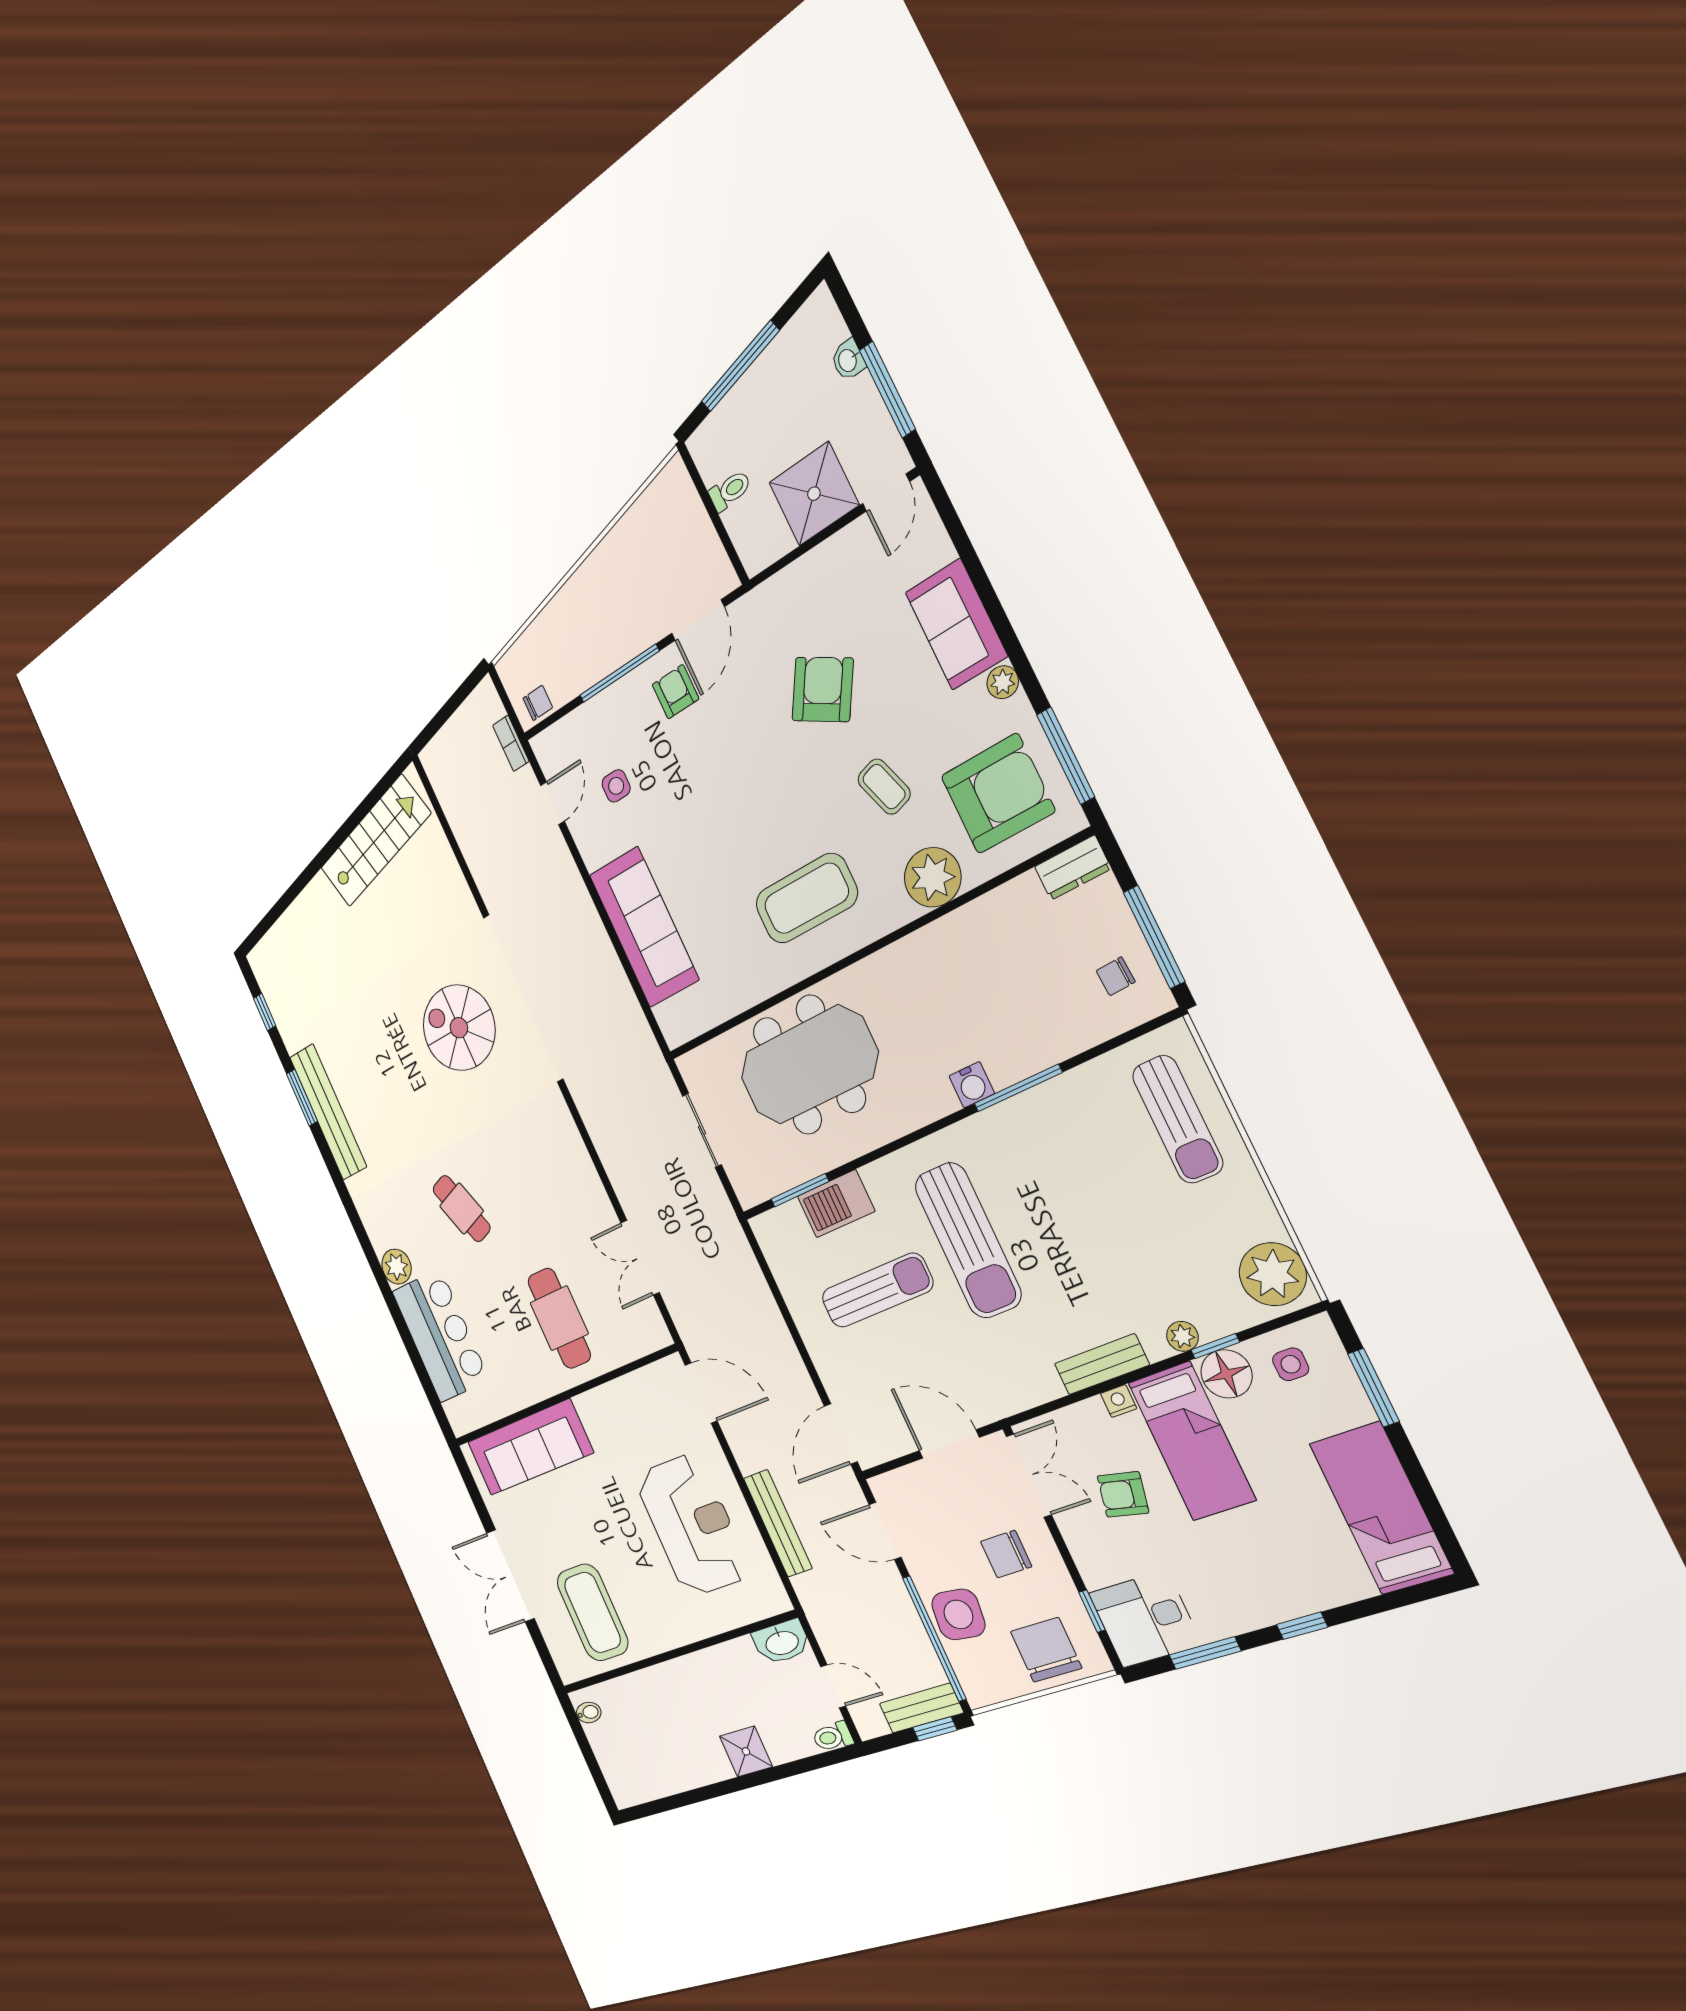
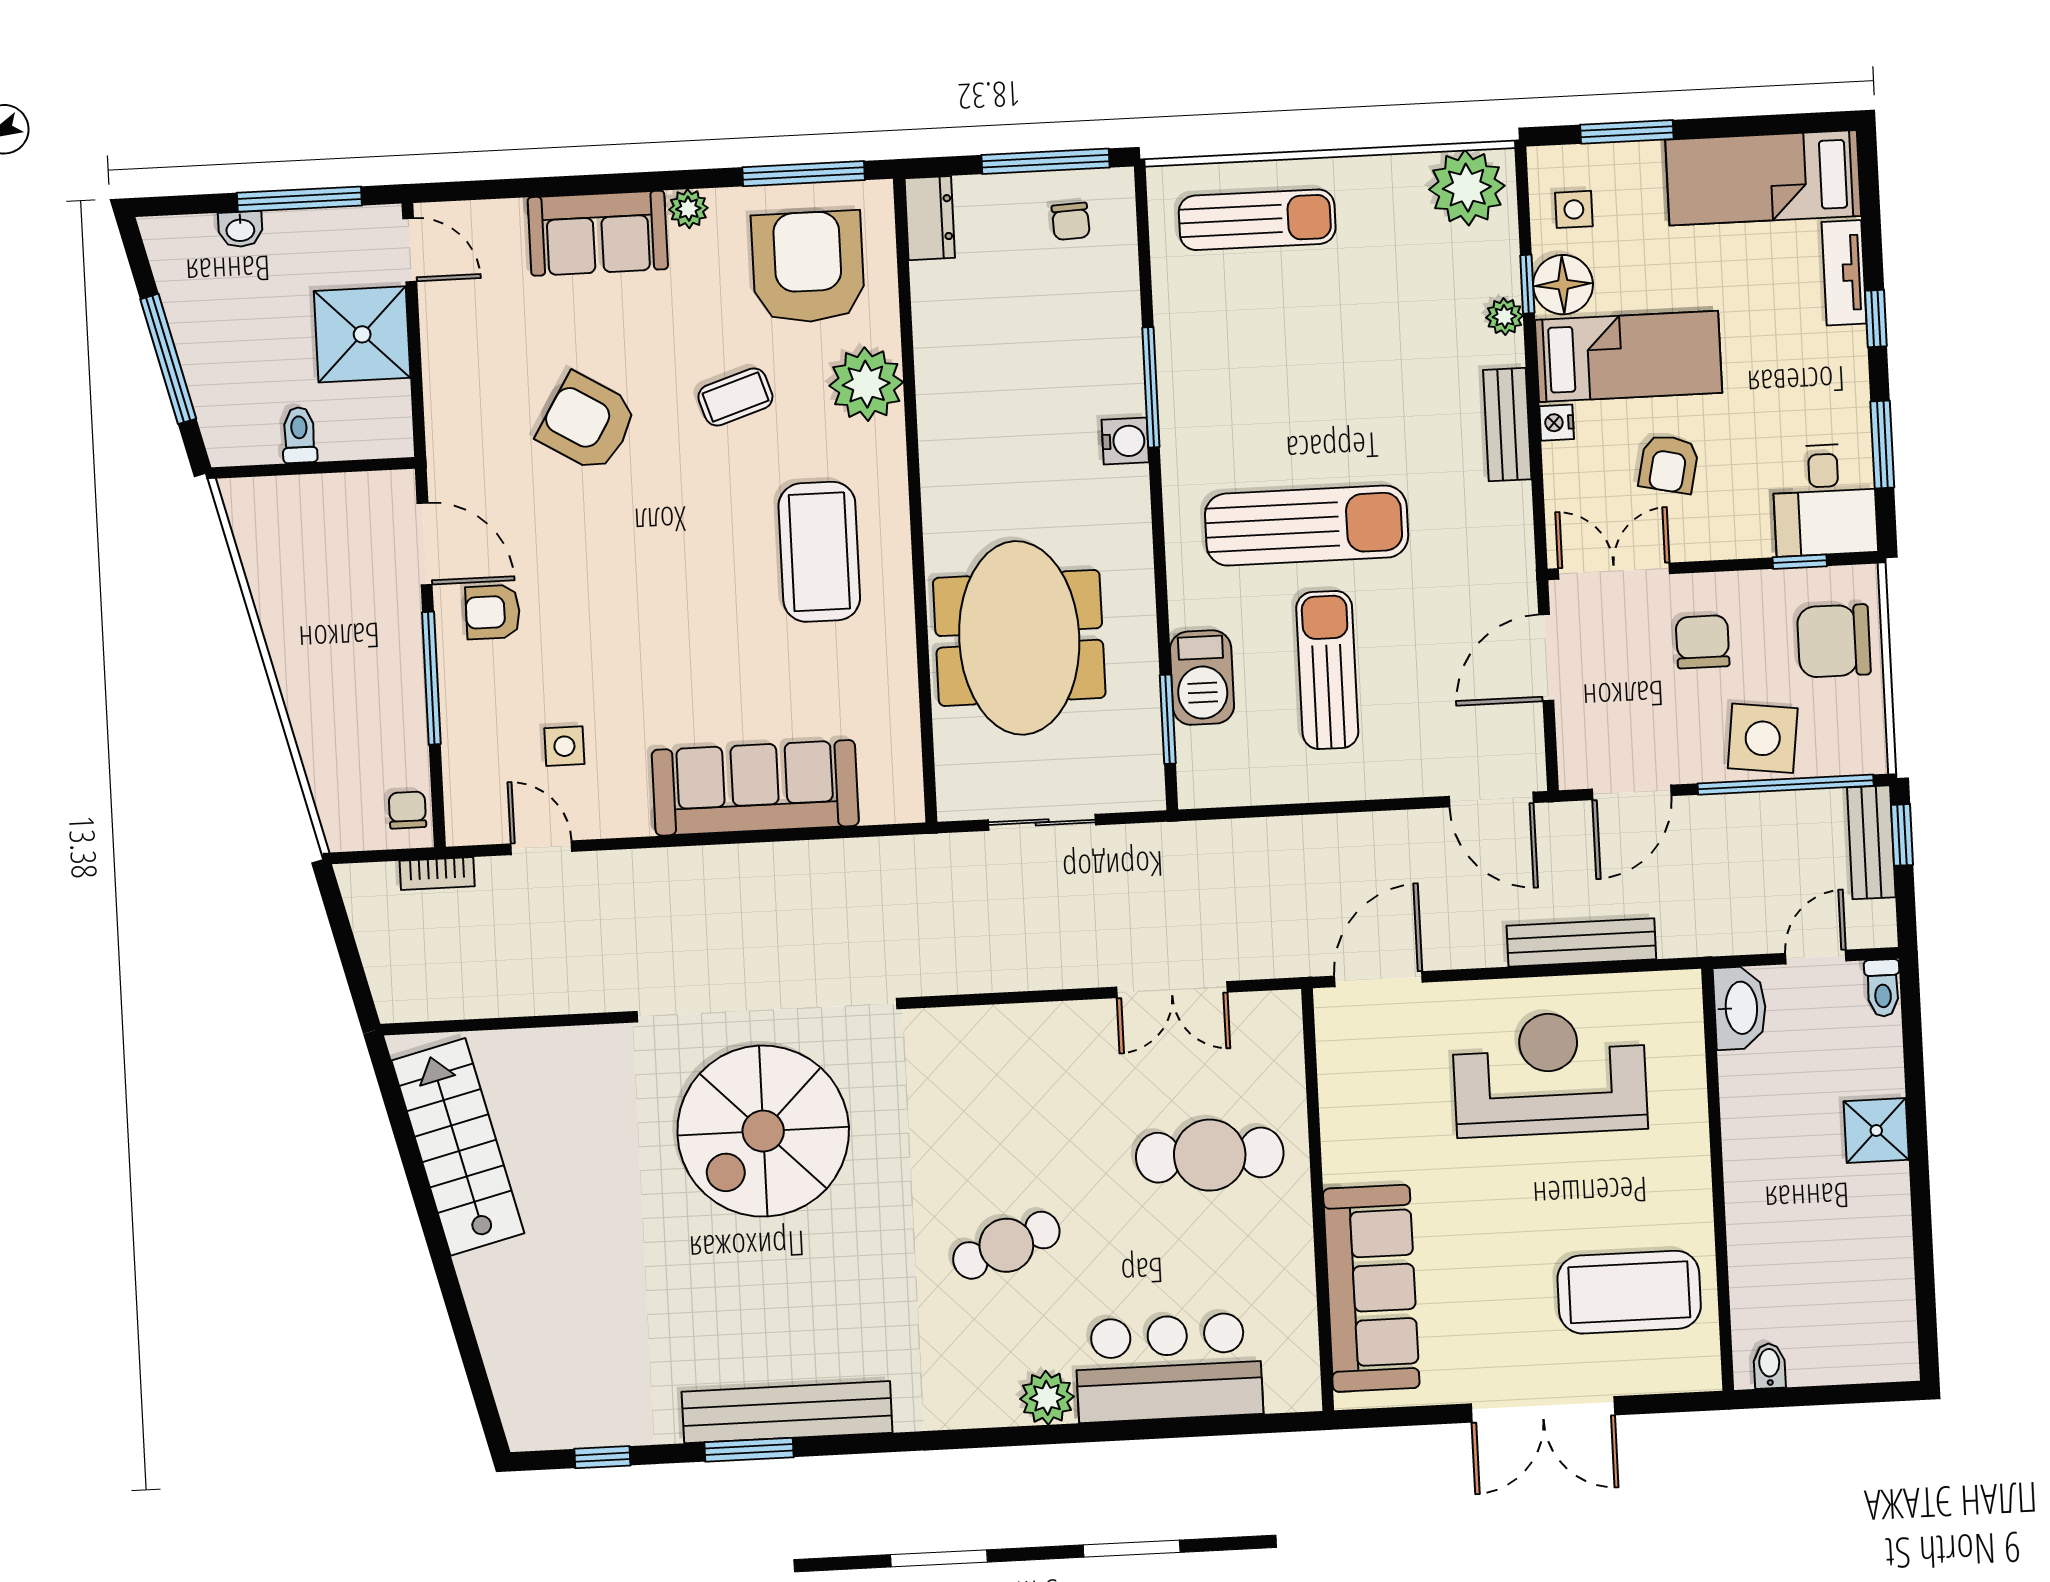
spiral stairs: (459, 1028) -> (763, 1131), width x1.37, depth x1.37
chair: (1006, 1554) -> (1703, 642), turned 180
tv unit: (1329, 1592) -> (1844, 273), added

